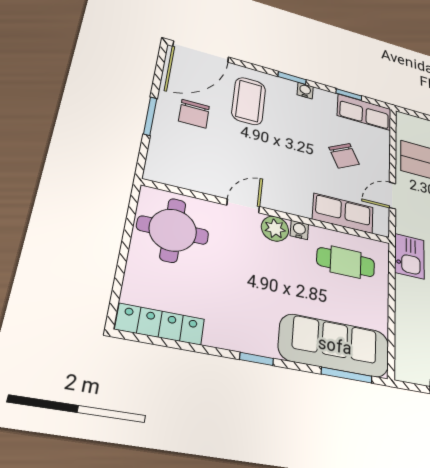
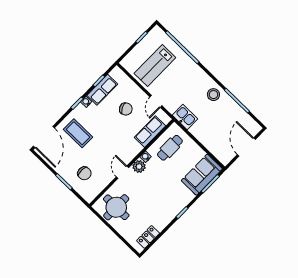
row of seats: (364, 112) -> (102, 90), moved
chair: (194, 114) -> (84, 173), moved
locker: (160, 324) -> (148, 237), width x0.66
sofa: (335, 346) -> (202, 175), width x0.73

